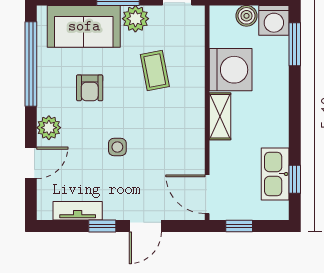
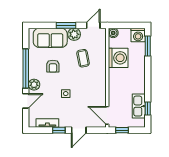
boiler: (247, 16) -> (113, 33), moved
window: (31, 64) -> (26, 68), moved
shelving: (220, 116) -> (113, 79), removed

